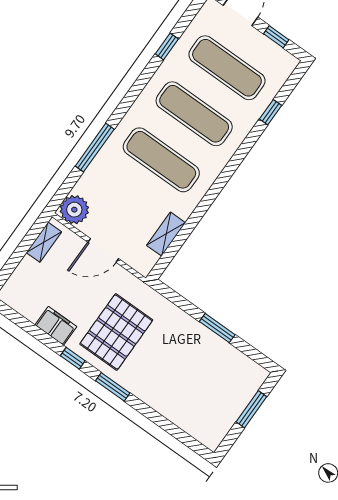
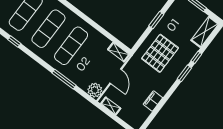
shelving: (166, 234) -> (119, 52), moved
pallet: (116, 332) -> (160, 53), moved, turned 90
window: (73, 358) -> (196, 57), moved
shelving: (196, 425) -> (205, 32), added

